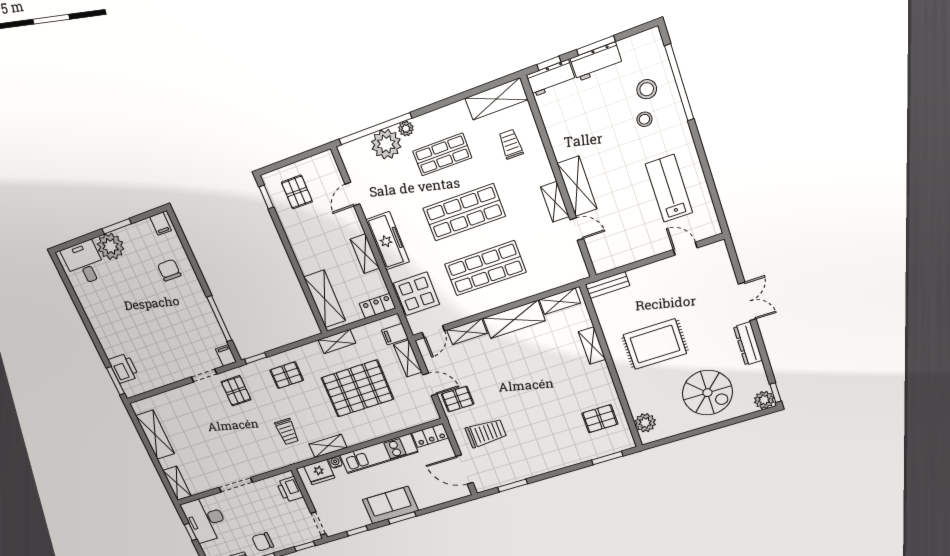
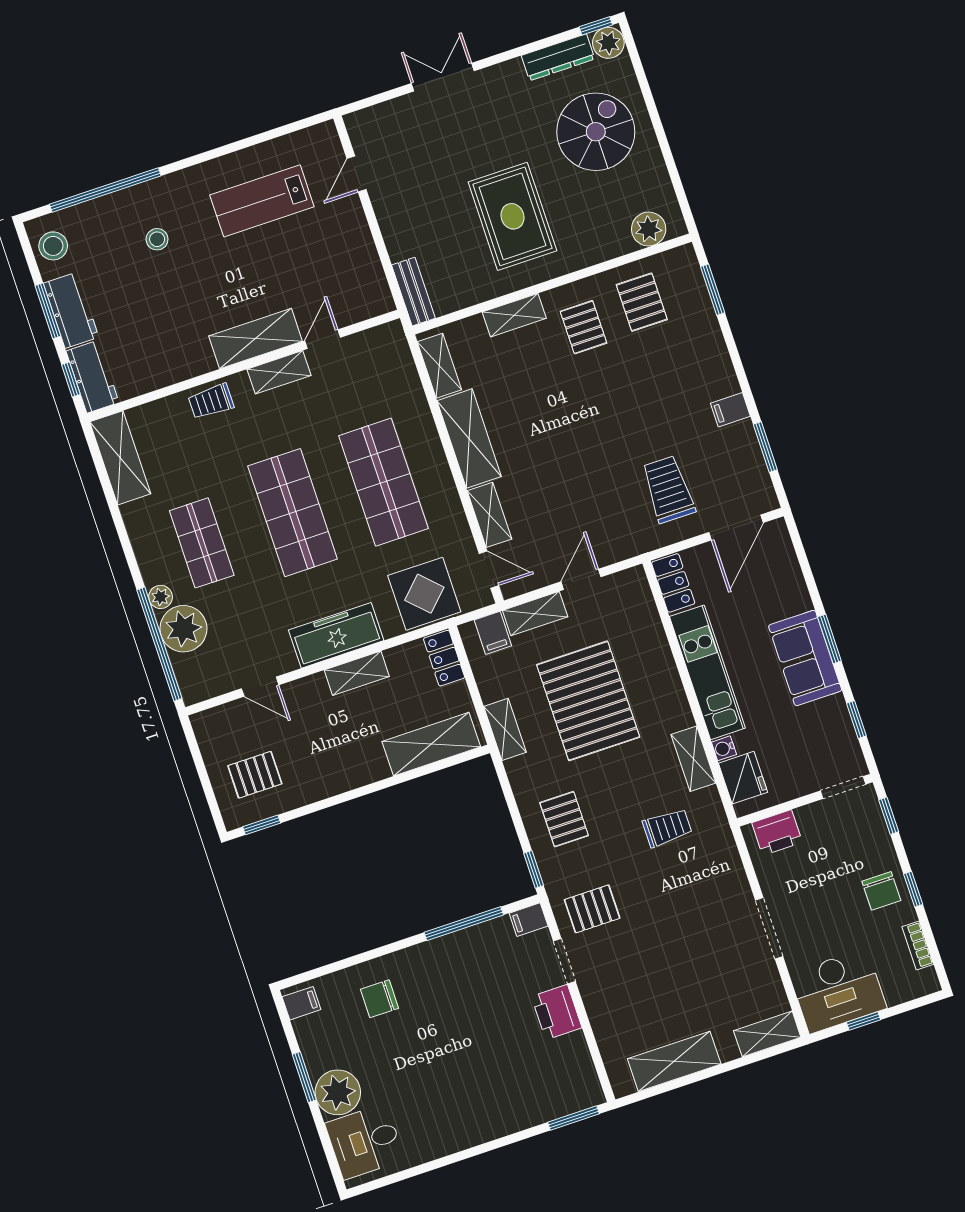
stool: (647, 89) -> (53, 246), moved
trolley: (511, 144) -> (211, 401), moved
dresser: (748, 344) -> (558, 57), moved
printer: (124, 368) -> (557, 1012), moved, turned -90
pallet: (458, 399) -> (583, 327), moved
filing cabinet: (535, 467) -> (730, 410), added

